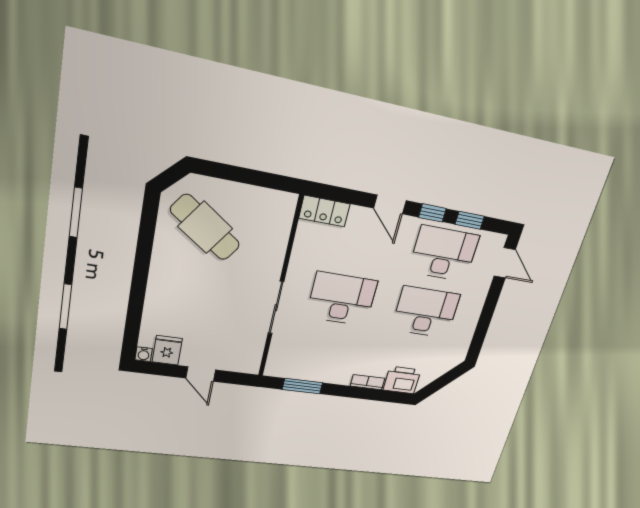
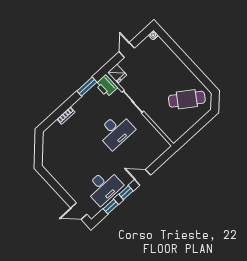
locker: (324, 211) -> (159, 149), removed
desk: (426, 312) -> (81, 163), removed
fridge: (167, 350) -> (117, 74), moved
door: (201, 374) -> (127, 50), hinge flipped
printer: (402, 380) -> (106, 86), moved, turned 90

